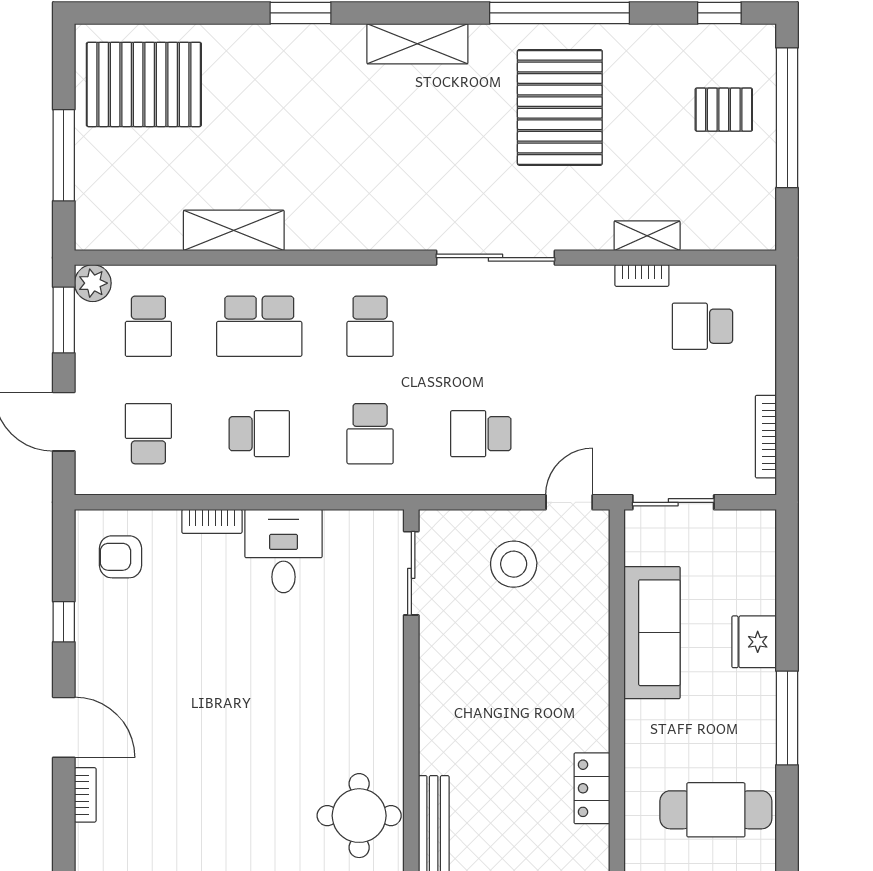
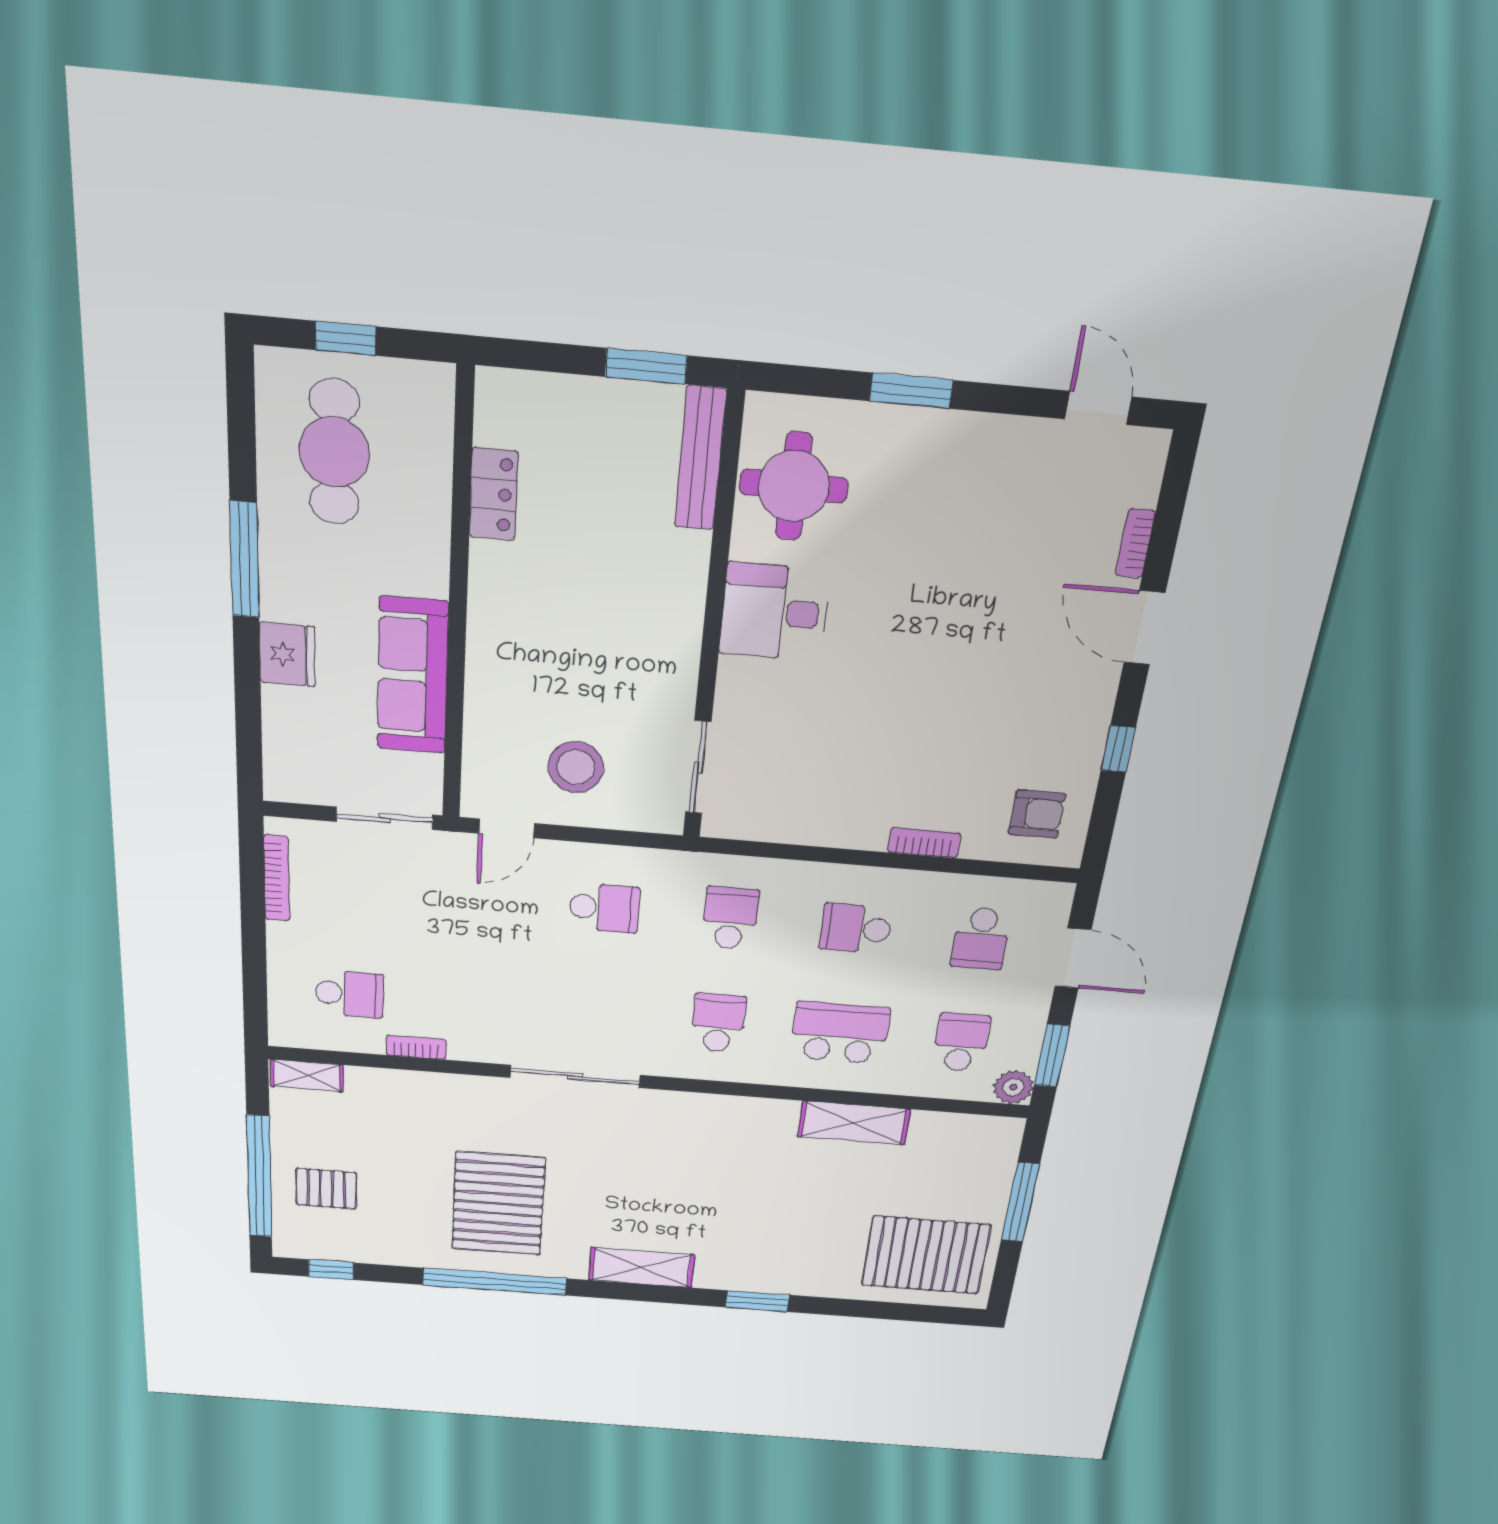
shelving: (647, 236) -> (307, 1076), moved
desk: (284, 551) -> (775, 612), moved, turned 90
cafe table: (716, 810) -> (334, 452), turned 90

